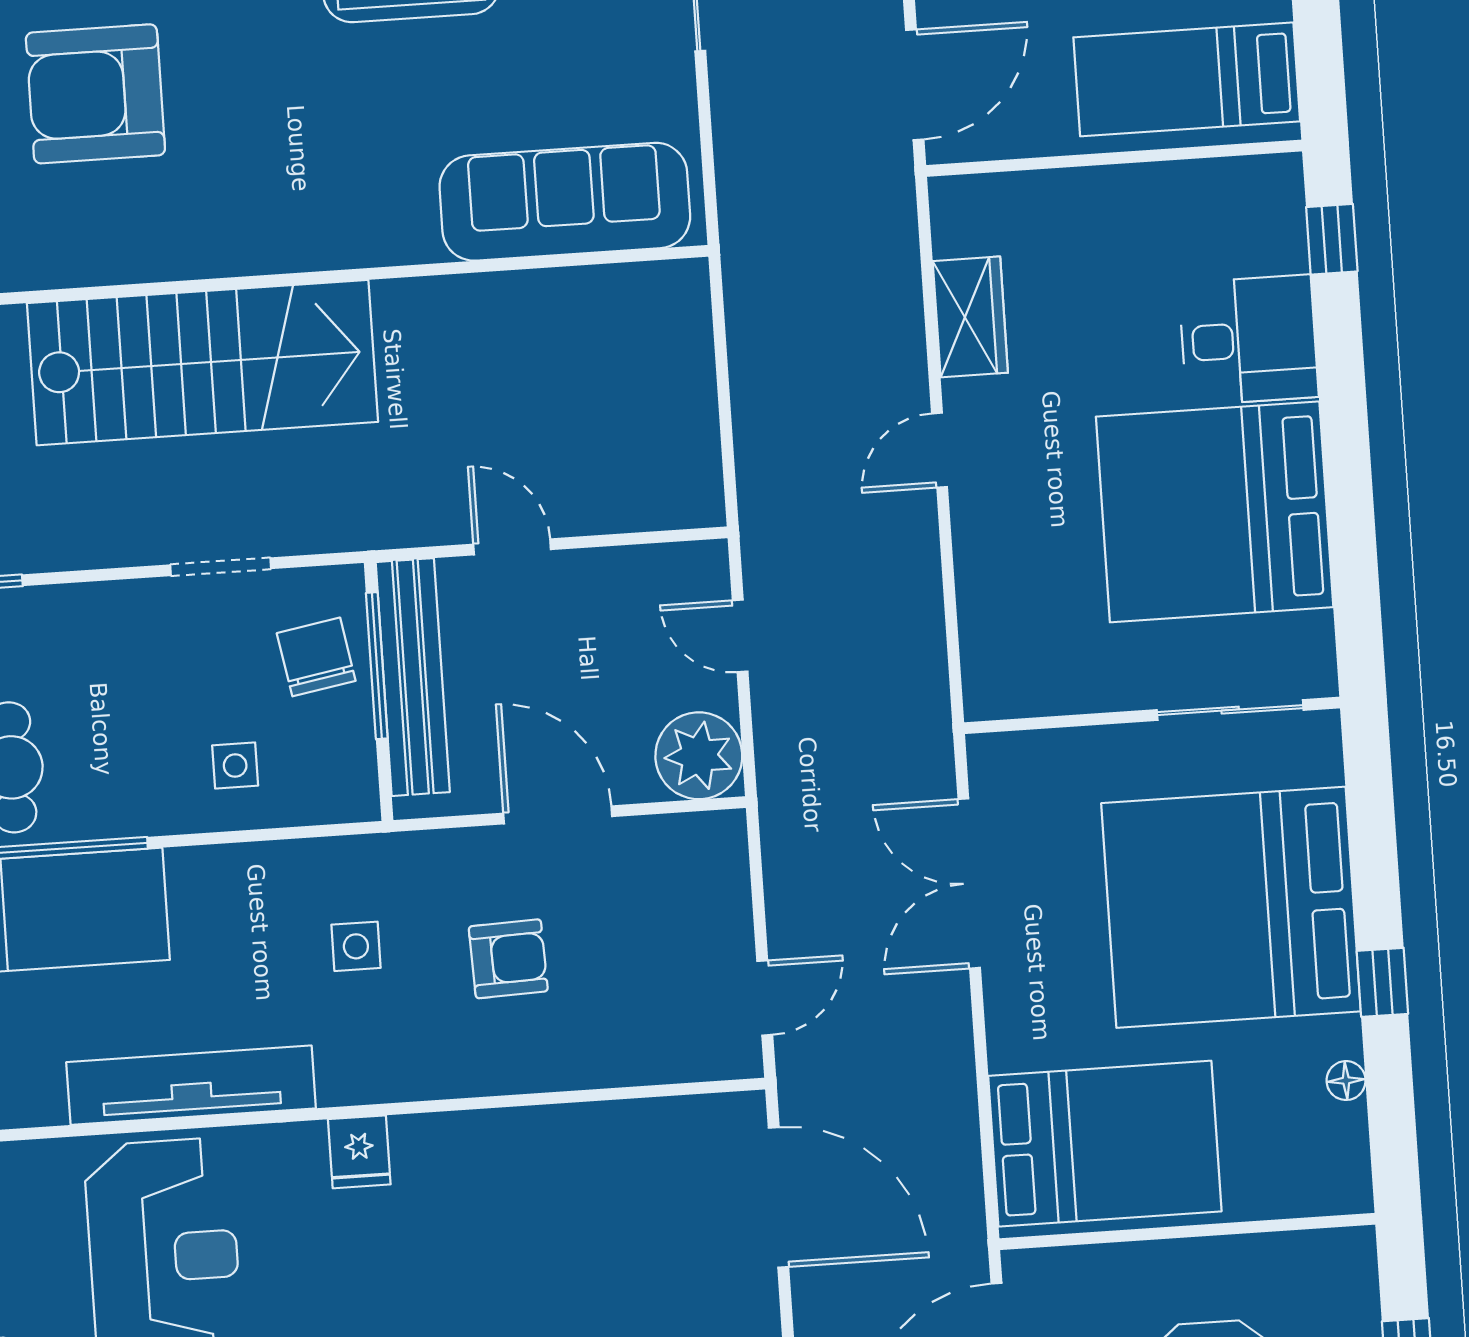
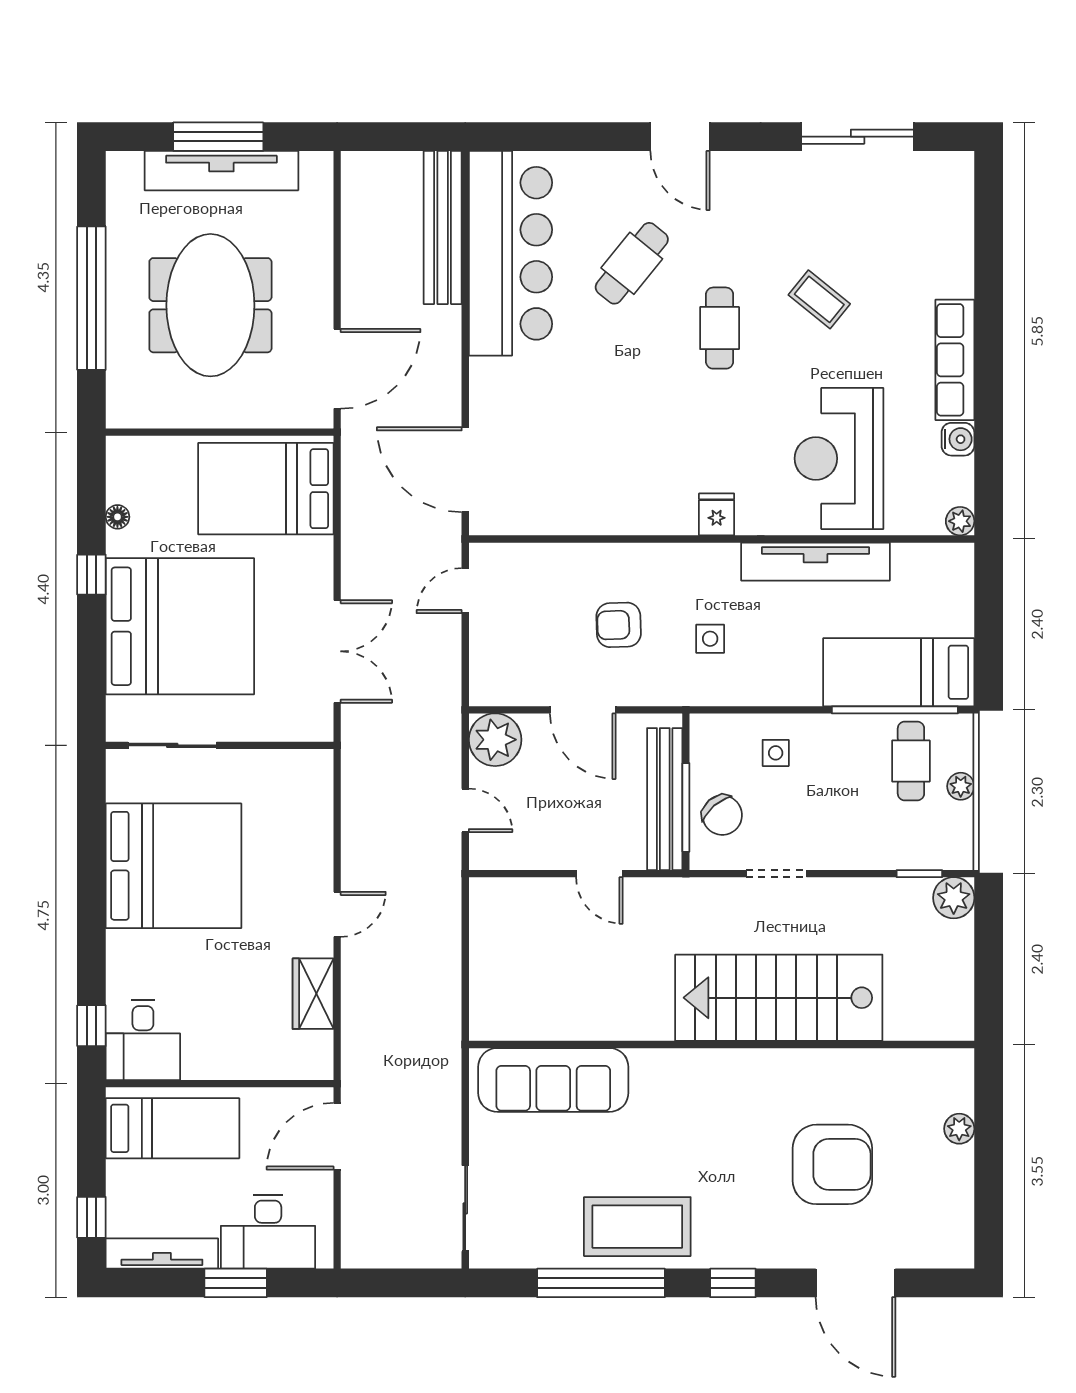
desk: (1249, 340) -> (143, 1040), moved, turned -90
chair: (316, 657) -> (722, 815), turned -31

